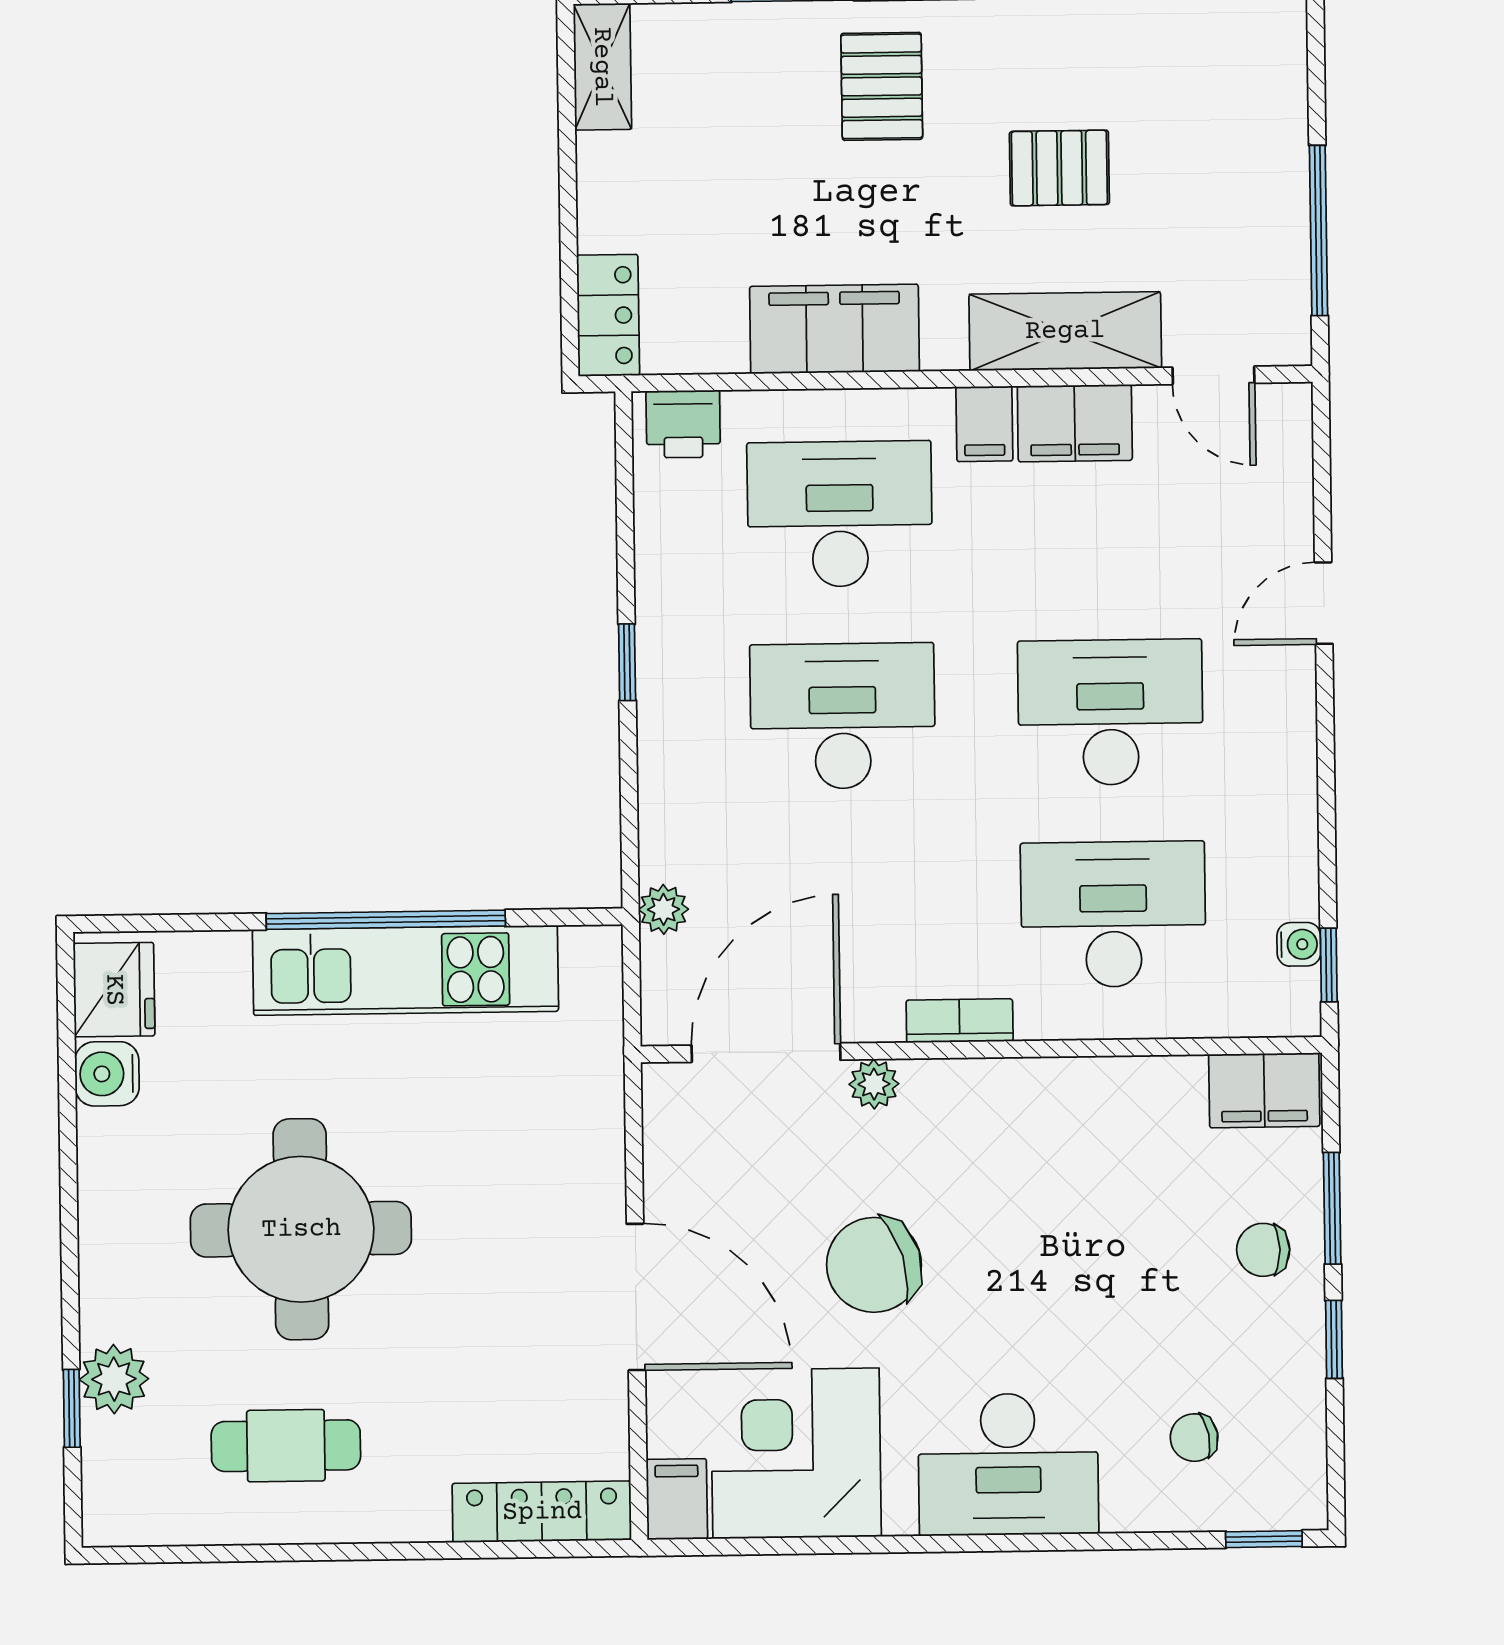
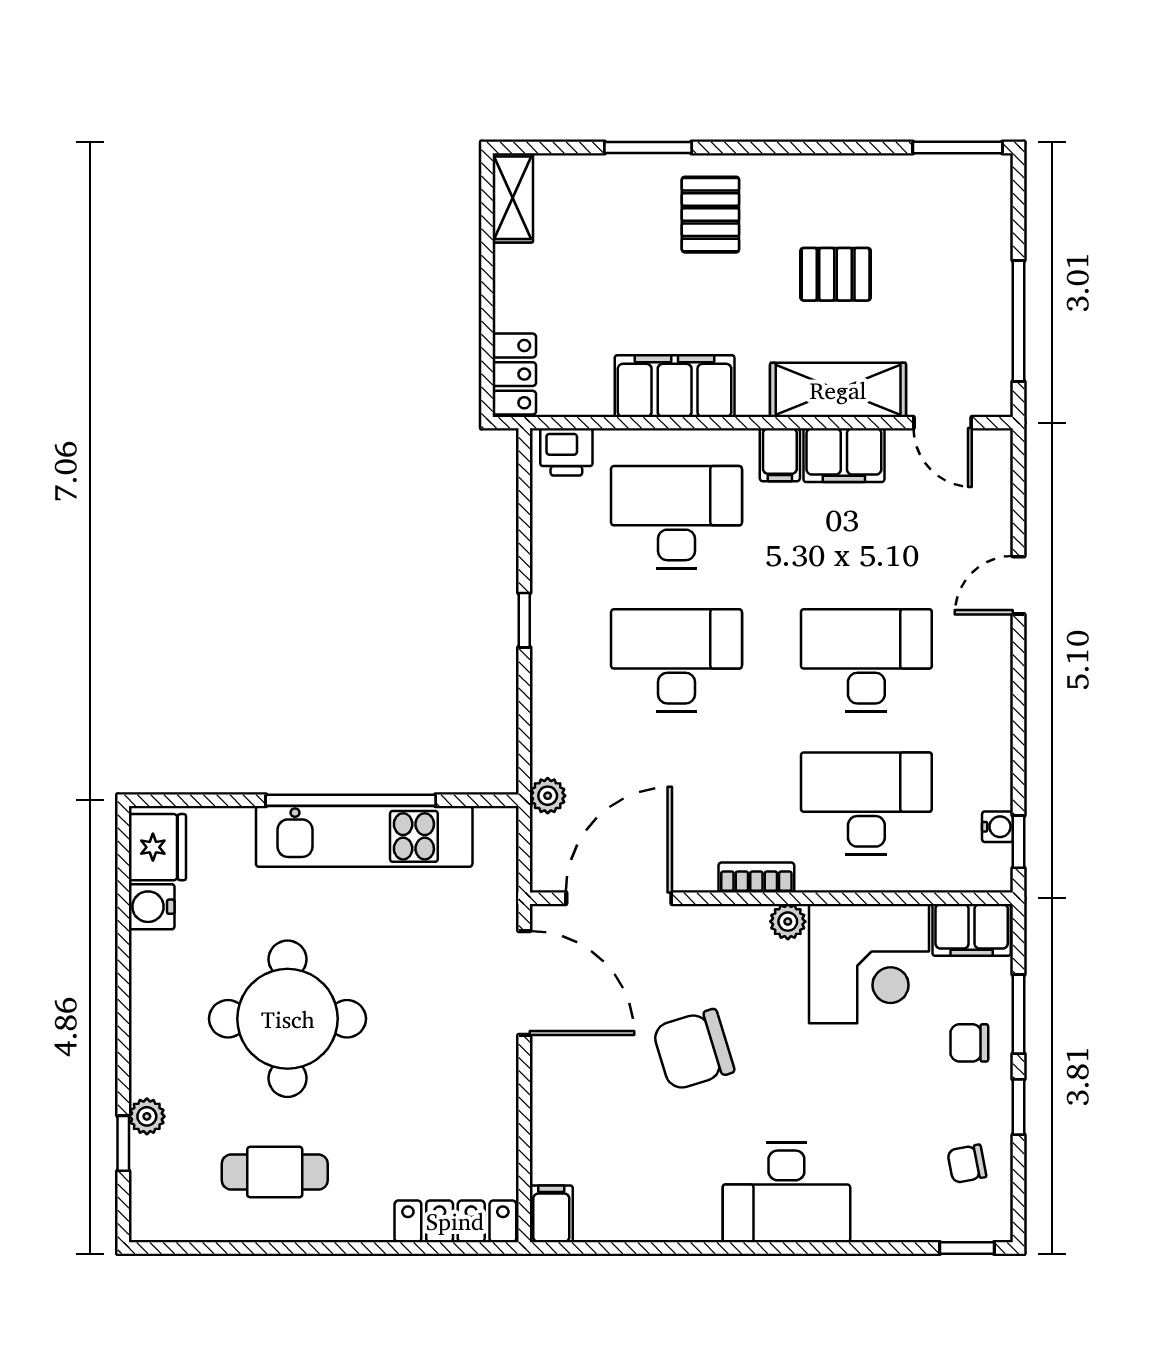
plant: (874, 1084) -> (788, 922), moved
door: (636, 1297) -> (524, 983), moved
plant: (114, 1379) -> (147, 1116), width x0.73, depth x0.73
chair: (1194, 1438) -> (967, 1164), moved
corner desk: (796, 1453) -> (869, 964), moved, turned 180

